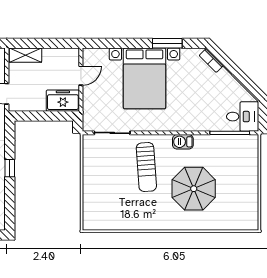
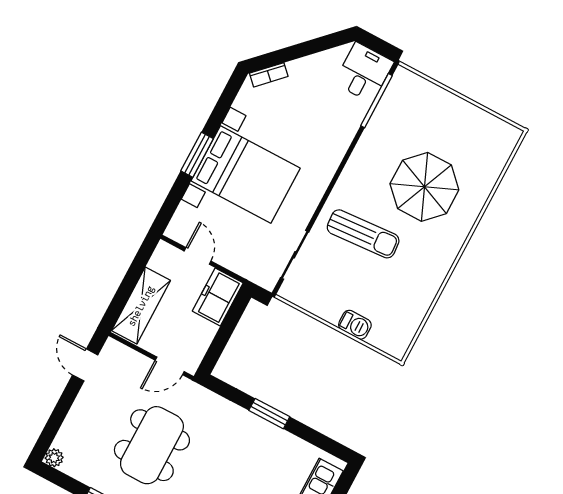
window: (167, 43) -> (197, 155), moved
shelving: (25, 55) -> (141, 306), width x1.50, depth x1.33
barbecue: (183, 142) -> (355, 325), moved, turned -90
window: (10, 168) -> (269, 414), width x1.50

